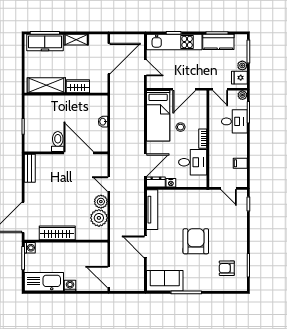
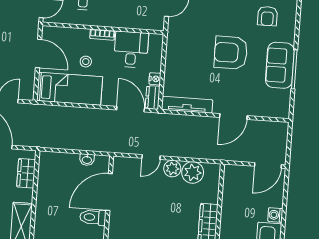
wardrobe: (78, 86) -> (26, 173), moved
washbasin: (103, 122) -> (87, 160), moved
sofa: (165, 281) -> (280, 65), moved

